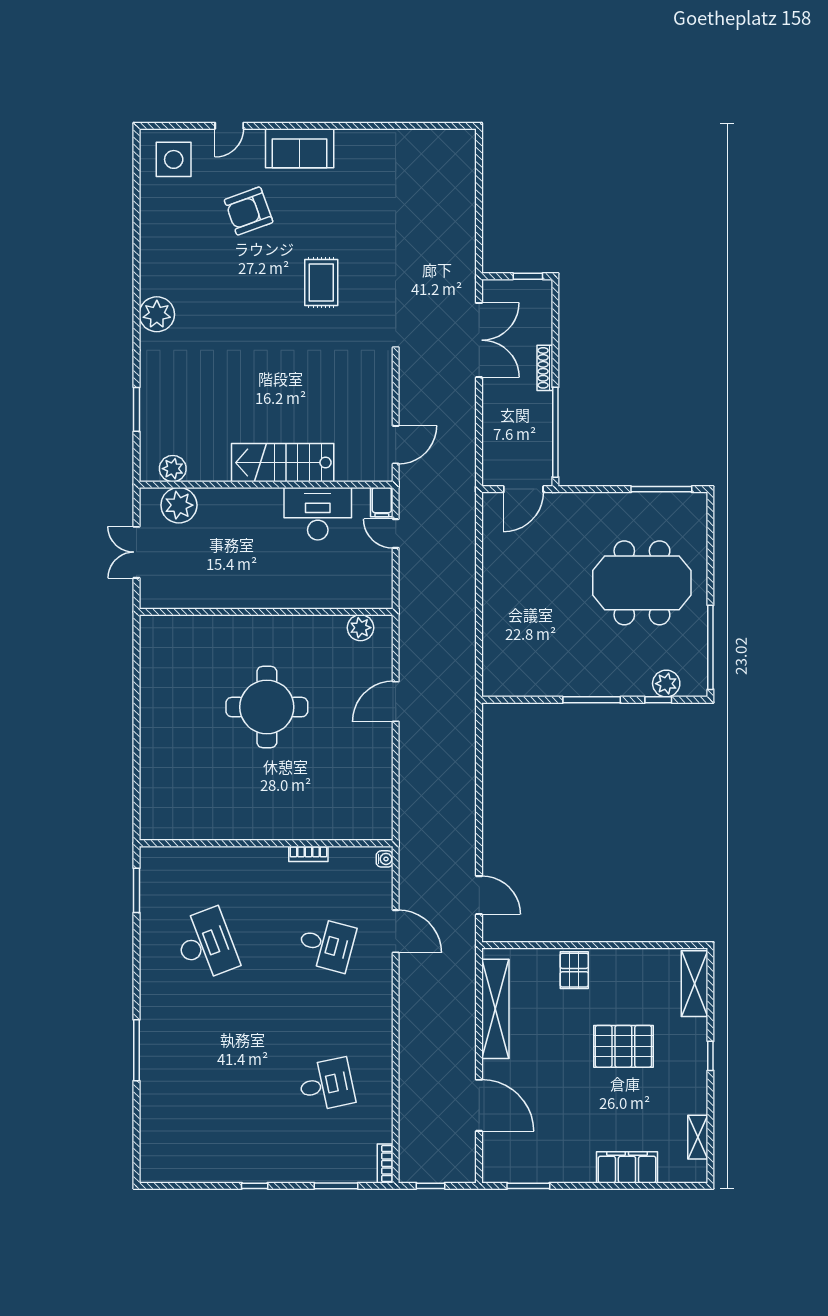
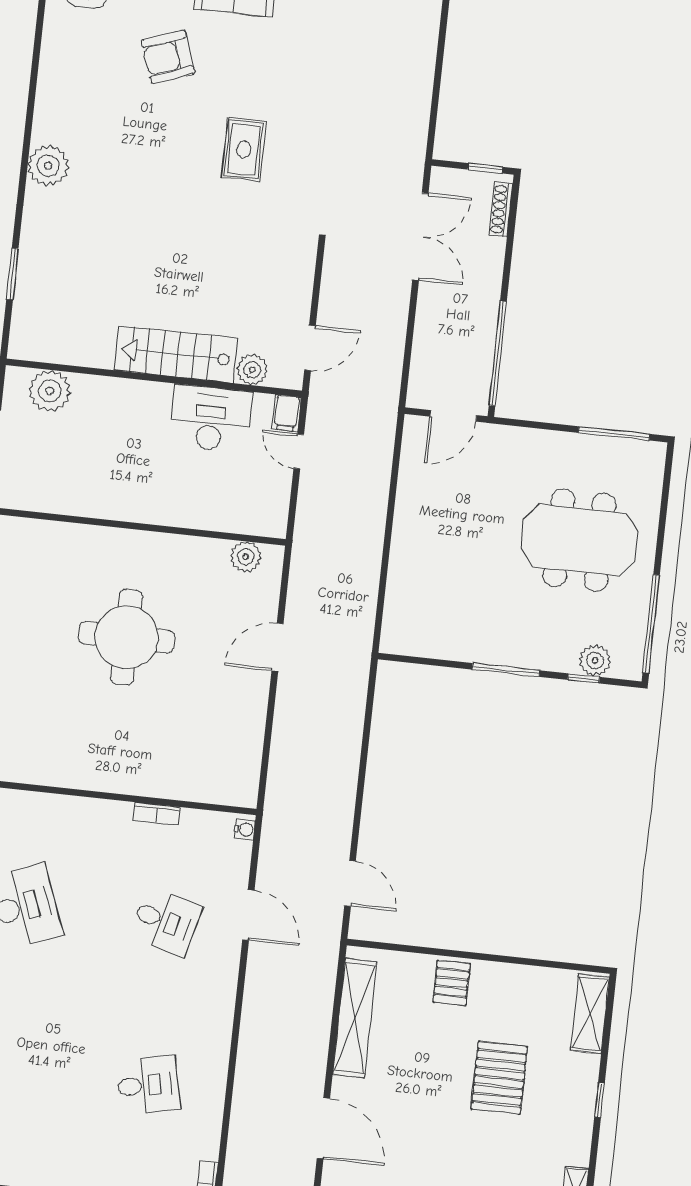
shoe rack: (545, 368) -> (501, 209), moved
plant: (173, 469) -> (252, 370), moved
pallet: (623, 1046) -> (499, 1078), turned 90

